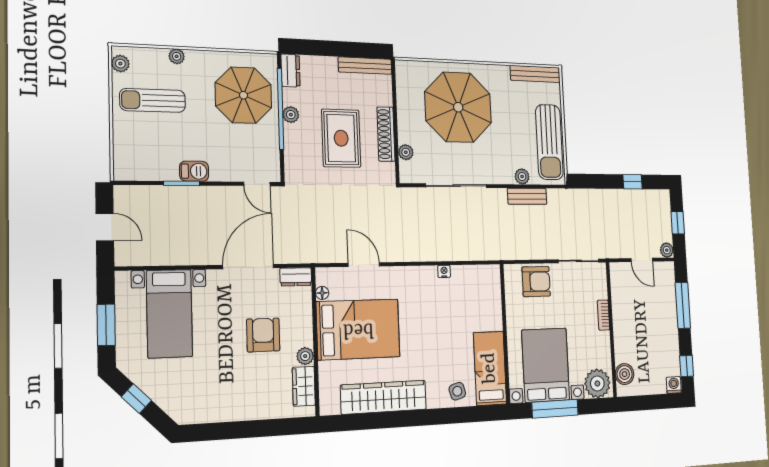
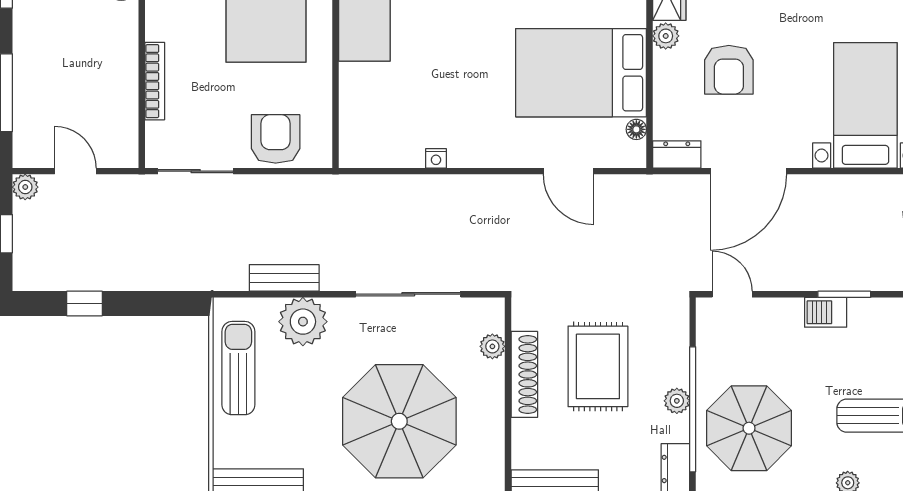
sun lounger: (549, 142) -> (238, 368), width x0.73, depth x0.75
plant: (522, 176) -> (303, 322), width x1.87, depth x1.87
armchair: (536, 282) -> (276, 139), turned 90
bookcase: (604, 315) -> (155, 81), width x1.56

